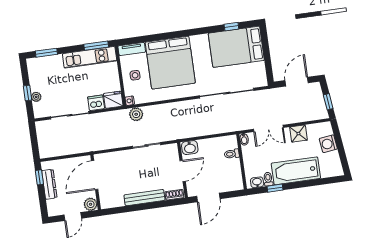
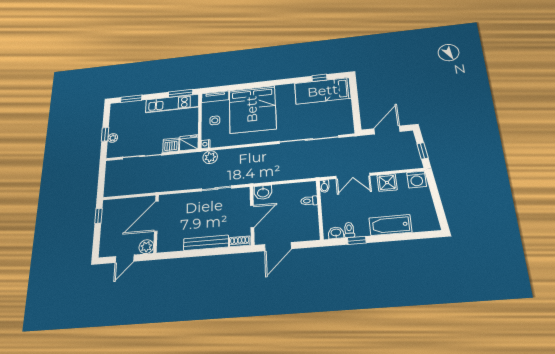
bed: (236, 47) -> (323, 91), width x0.67
washing machine: (328, 144) -> (417, 180), moved, turned -83
bathtub: (296, 171) -> (390, 225), width x0.73, depth x0.73
dresser: (49, 184) -> (107, 223), removed

